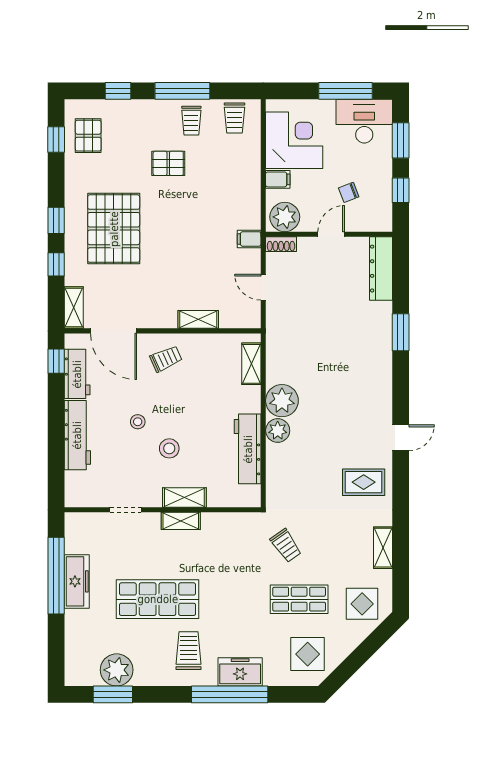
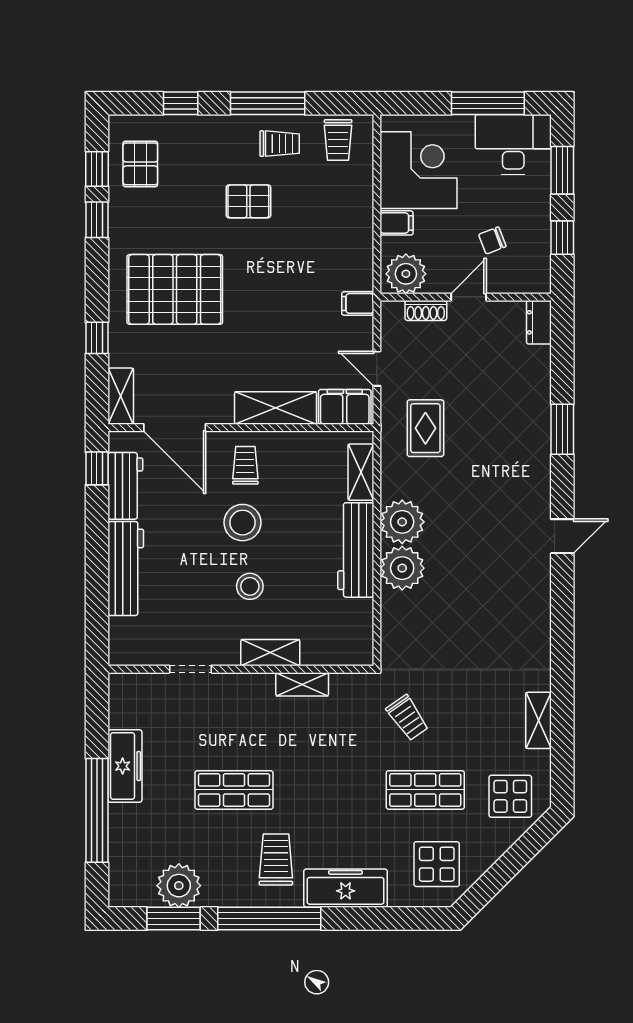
trolley: (191, 121) -> (280, 144), turned -90
window: (56, 220) -> (97, 220), moved
pallet: (114, 229) -> (175, 289), turned 90
shoe rack: (281, 244) -> (426, 310), moved
dresser: (381, 269) -> (539, 322), width x0.51, depth x0.80
filing cabinet: (240, 315) -> (345, 407), added
shelving: (198, 319) -> (275, 408), width x1.50, depth x1.33
trolley: (166, 359) -> (245, 465), turned -66
stool: (138, 422) -> (242, 523), moved, width x1.89, depth x1.89
plant: (278, 431) -> (402, 568), width x1.36, depth x1.36
door: (401, 438) -> (562, 536), moved
workbench: (248, 449) -> (356, 550), moved
rug: (364, 482) -> (425, 428), moved, turned 90
shelving: (181, 521) -> (302, 684), moved
window: (56, 576) -> (97, 810), moved
shop shelf: (158, 599) -> (234, 790), width x0.70, depth x0.74
freezer: (240, 672) -> (346, 888), width x1.40
window: (230, 694) -> (269, 919), moved

